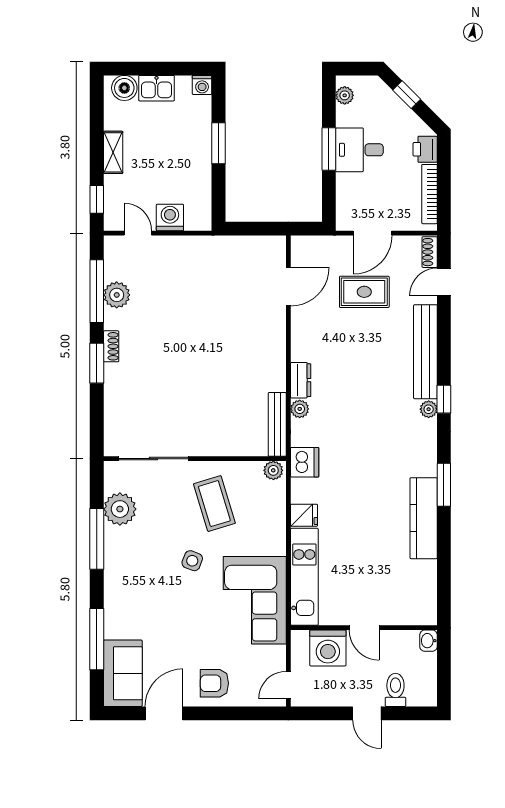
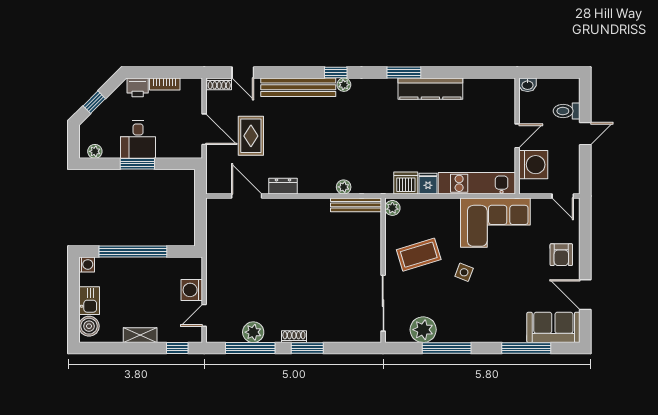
window: (218, 143) -> (133, 251), width x2.11
bookcase: (430, 194) -> (165, 84), width x0.64
dresser: (301, 380) -> (283, 186), moved
dishwasher: (305, 462) -> (406, 183), moved

